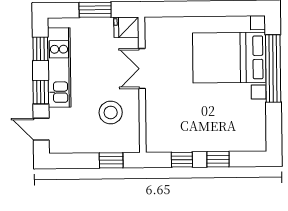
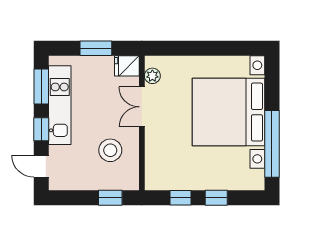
plant: (152, 37) -> (152, 76), added
window: (40, 49) -> (41, 86), width x1.50
bed with nightstands: (229, 58) -> (228, 112), width x1.36
window: (273, 68) -> (272, 144), moved

